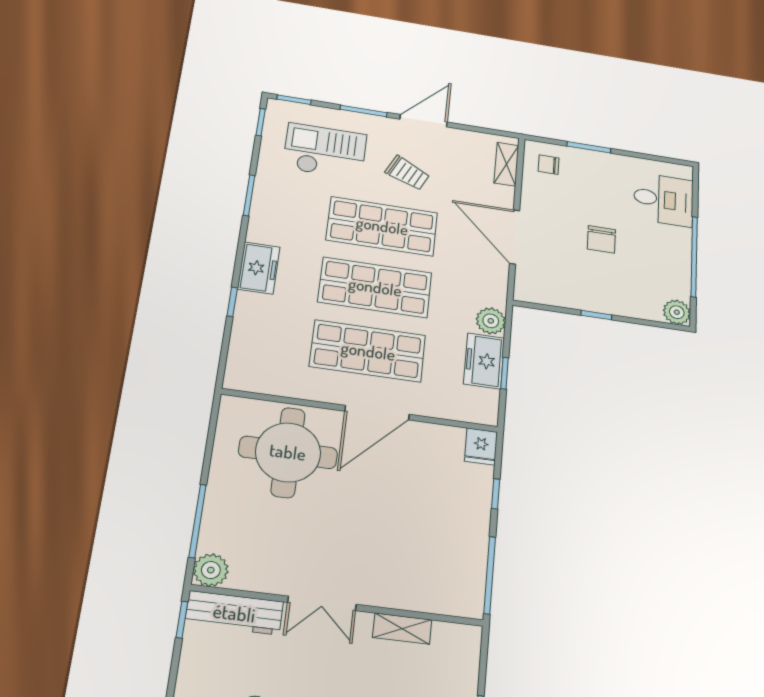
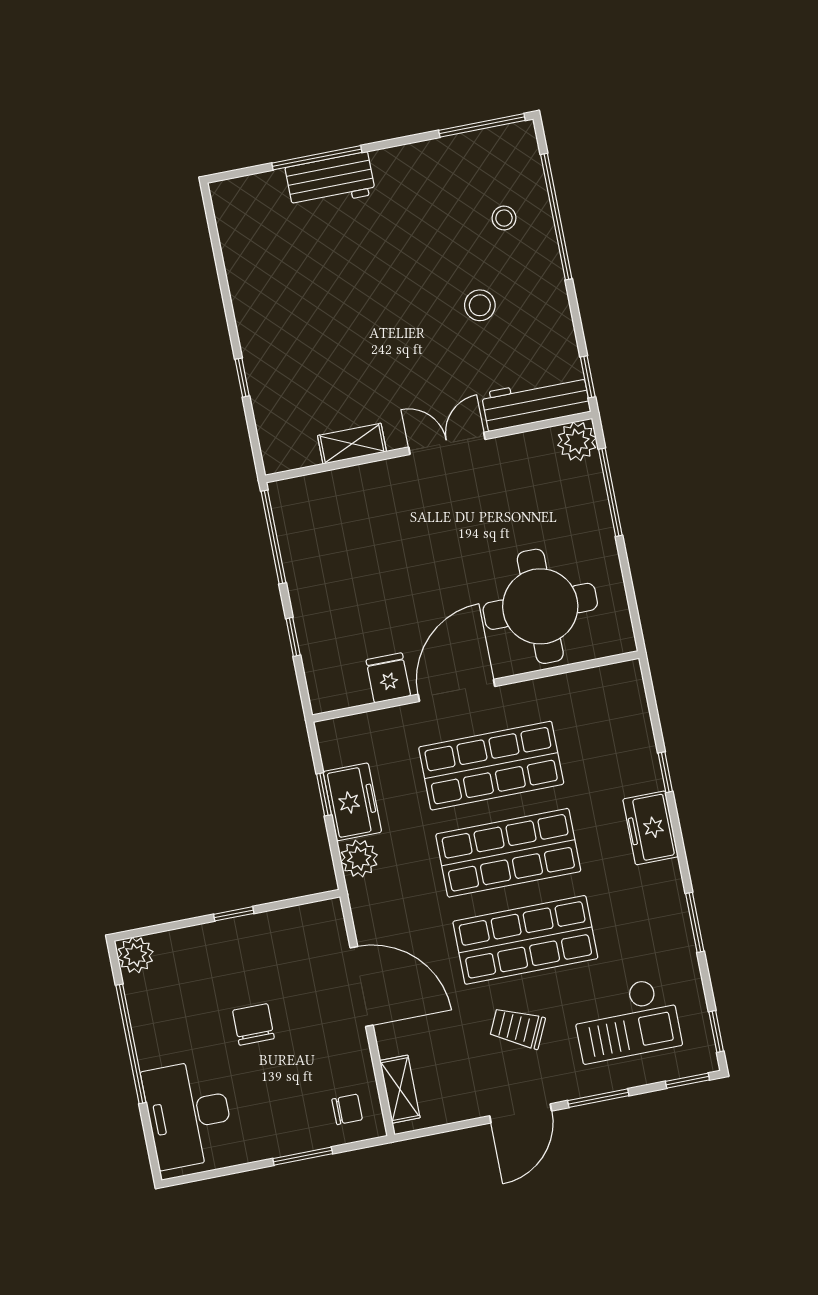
desk: (663, 200) -> (189, 1114), width x1.37
fridge: (481, 446) -> (388, 678), moved

